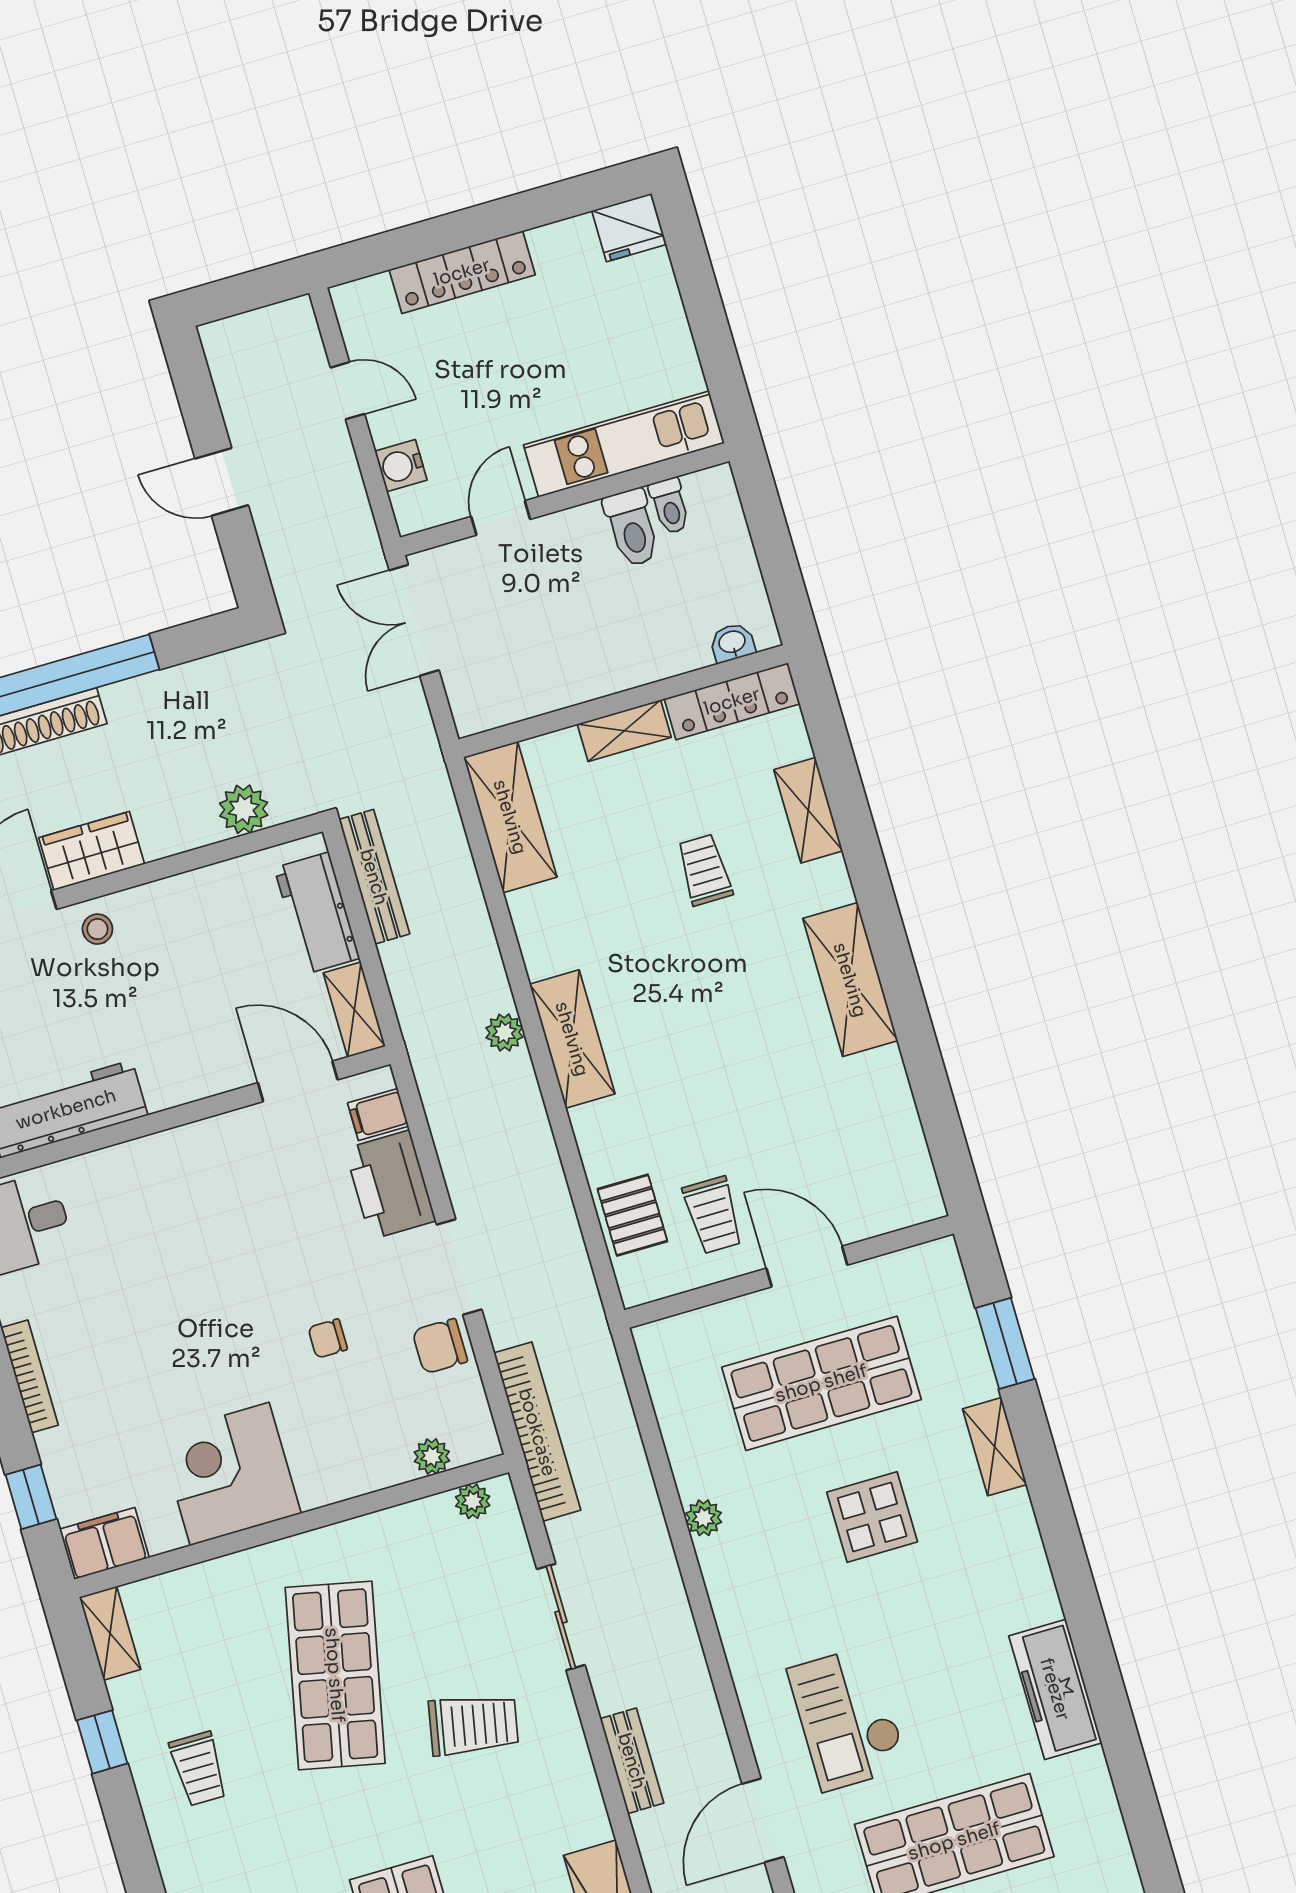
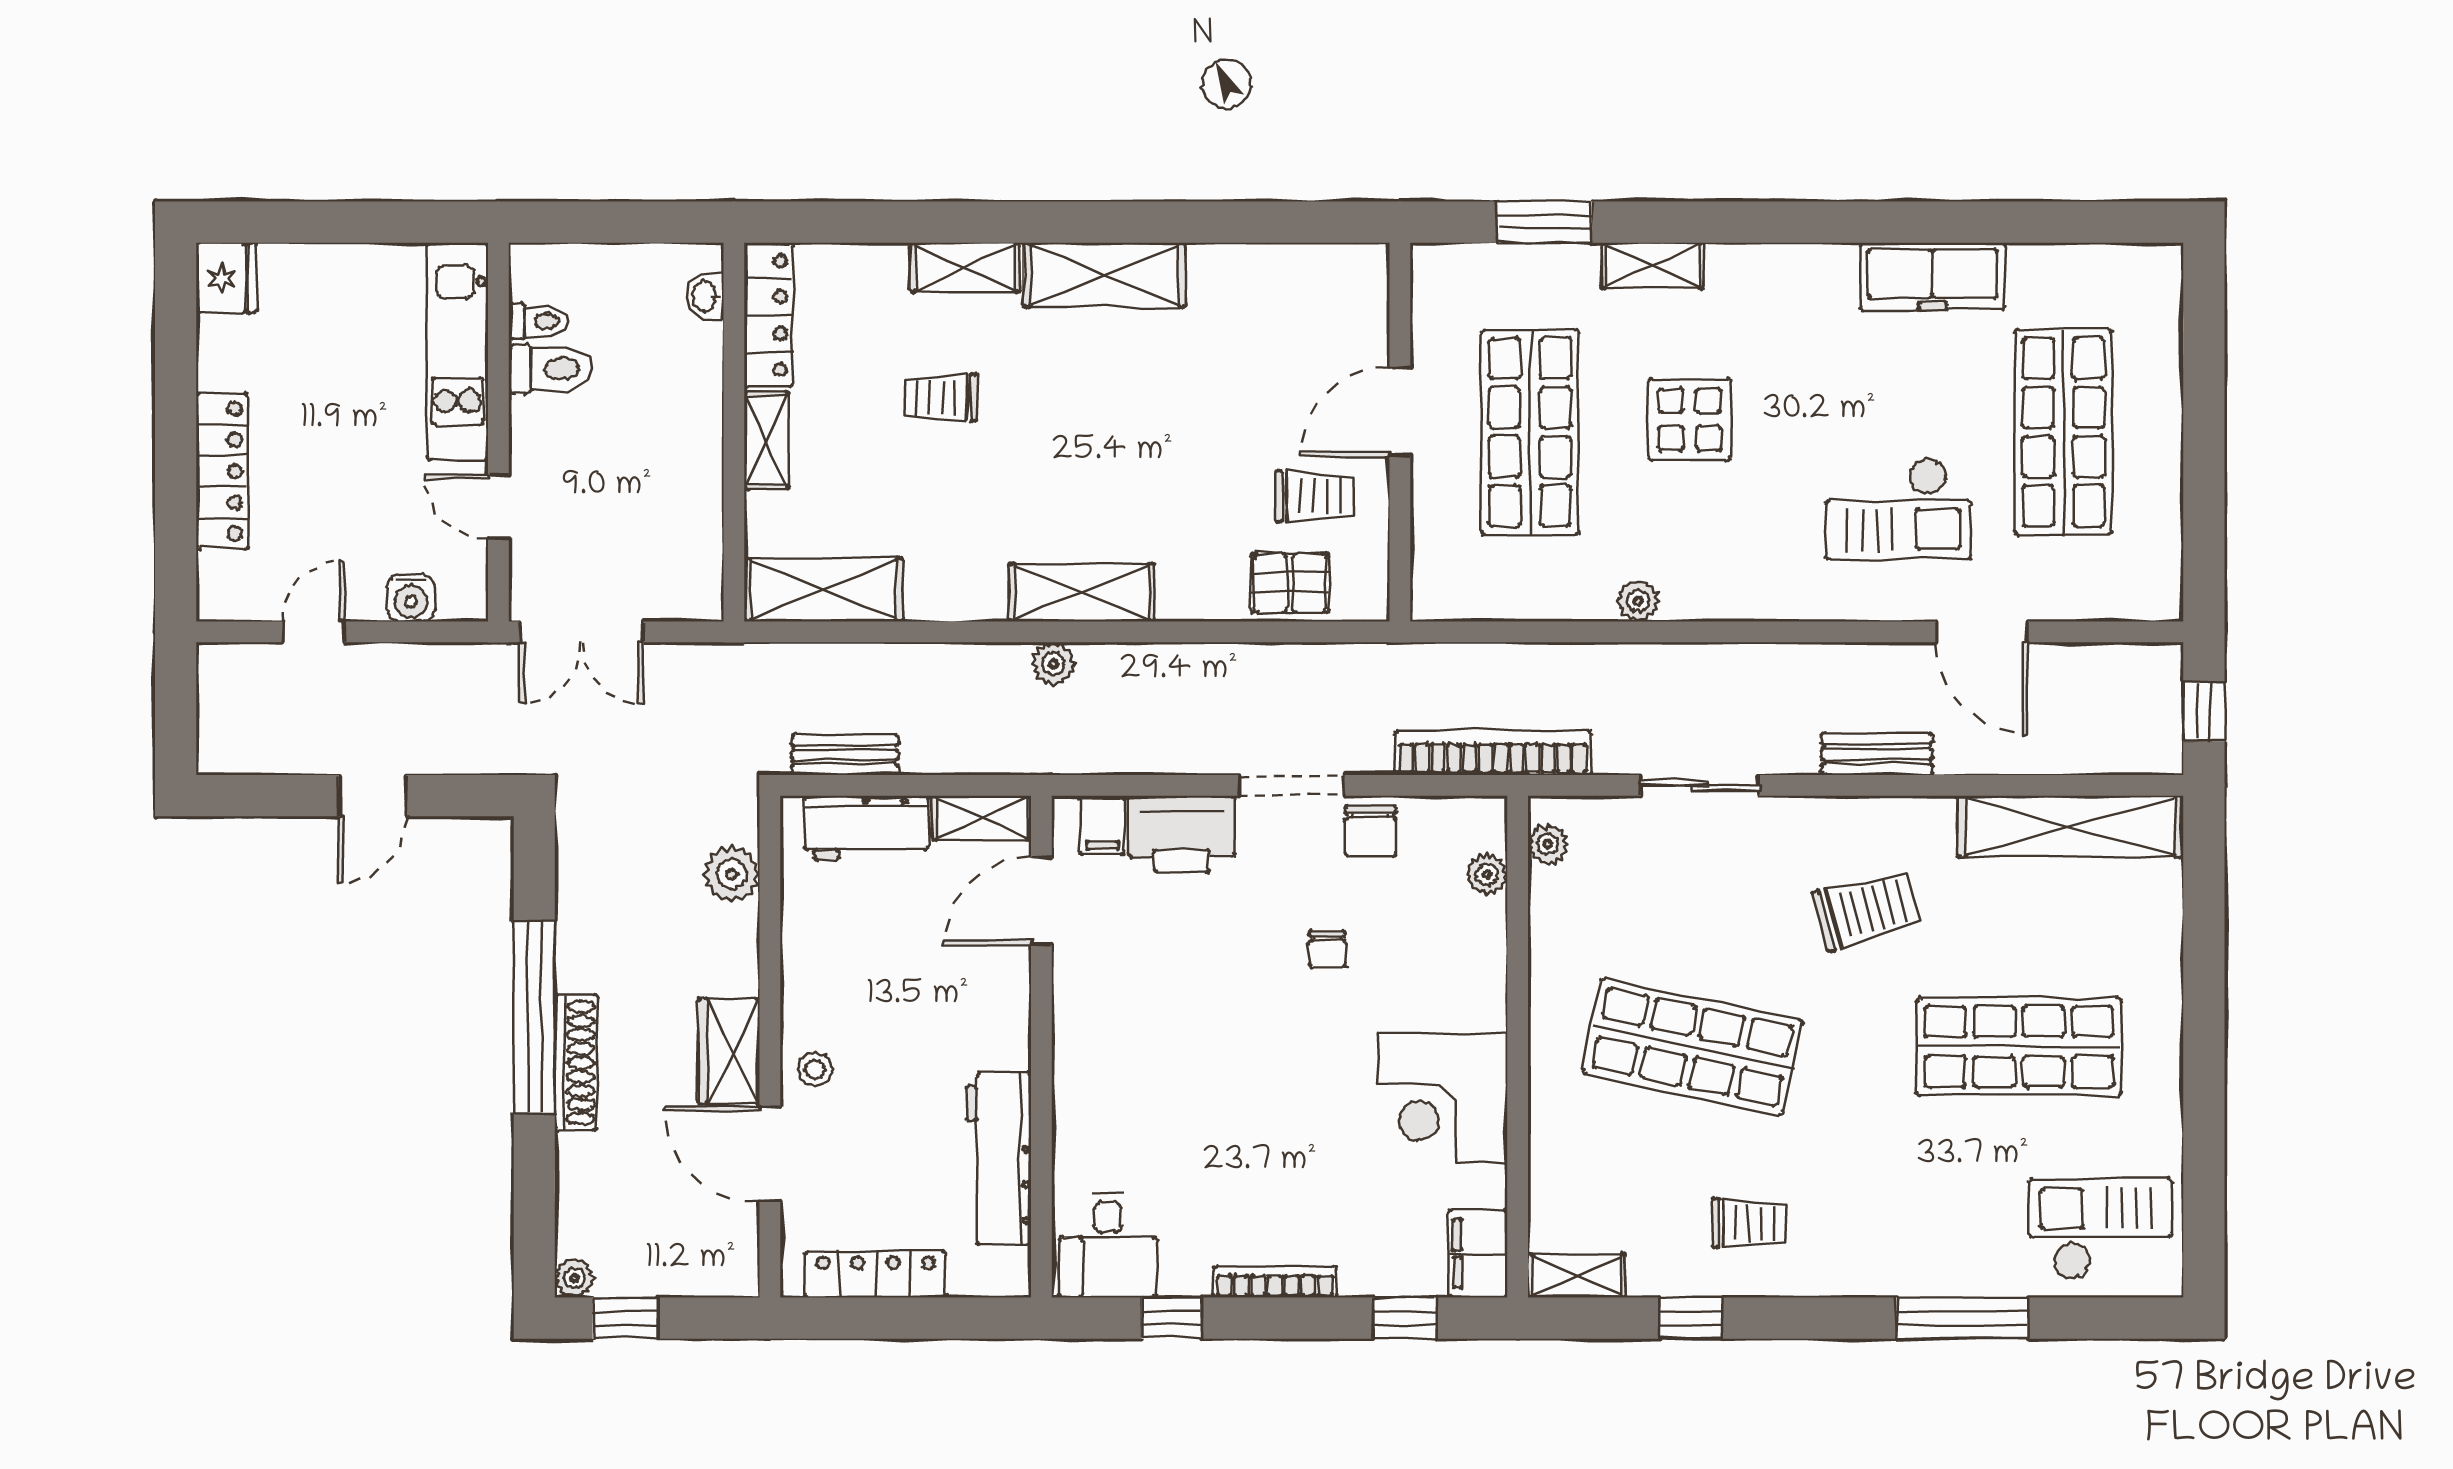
shelving: (808, 810) -> (965, 267), moved
bench: (374, 877) -> (845, 755), width x0.73
trolley: (473, 1725) -> (1867, 910), moved, turned 64

